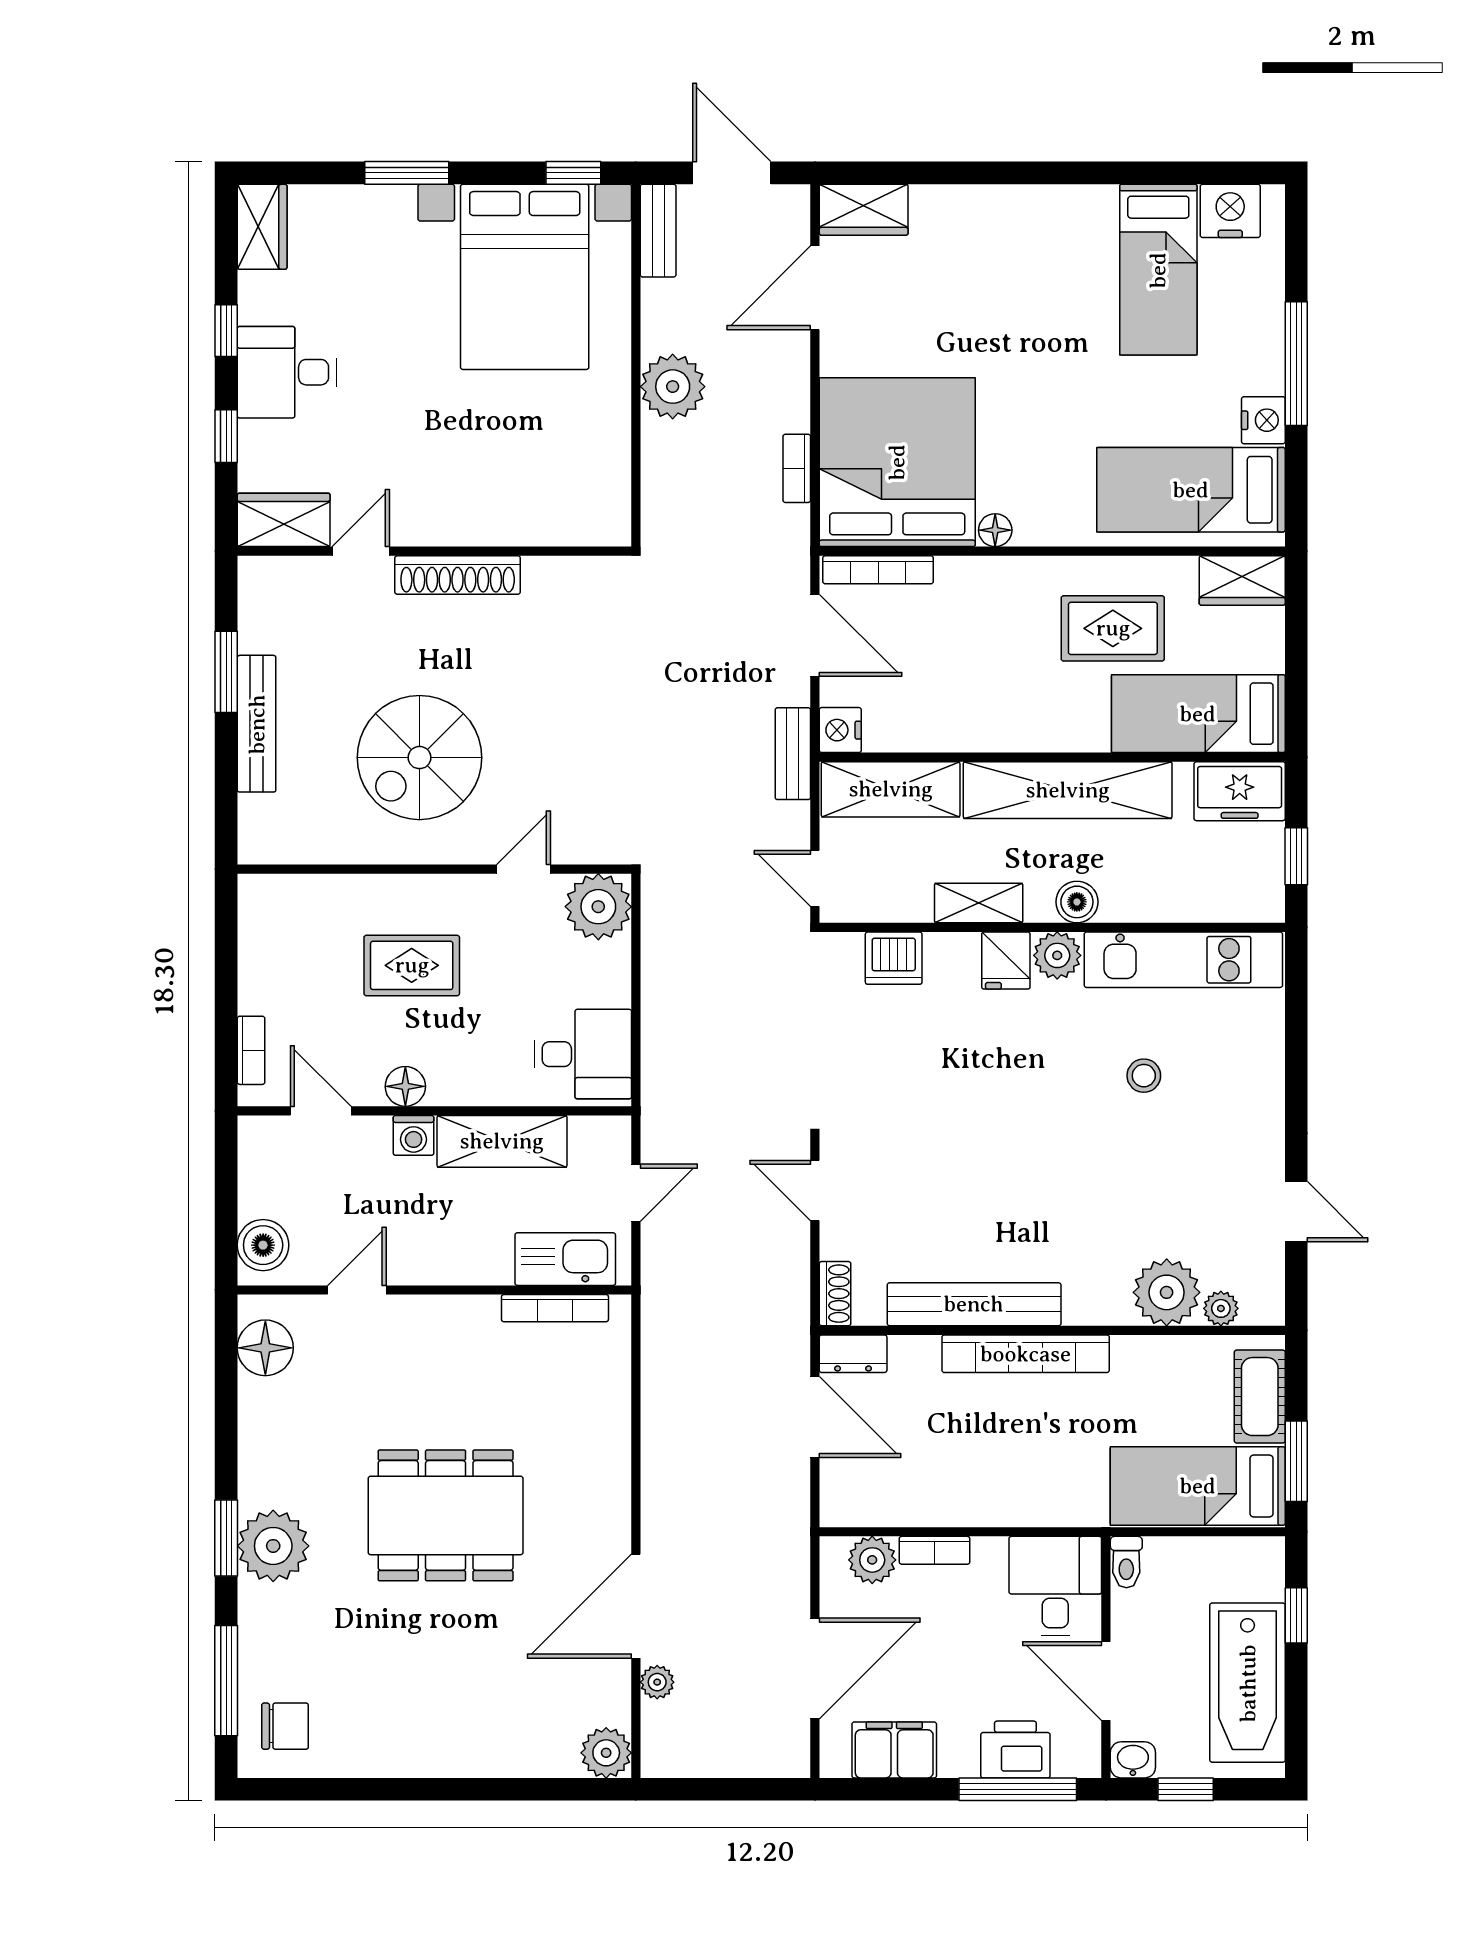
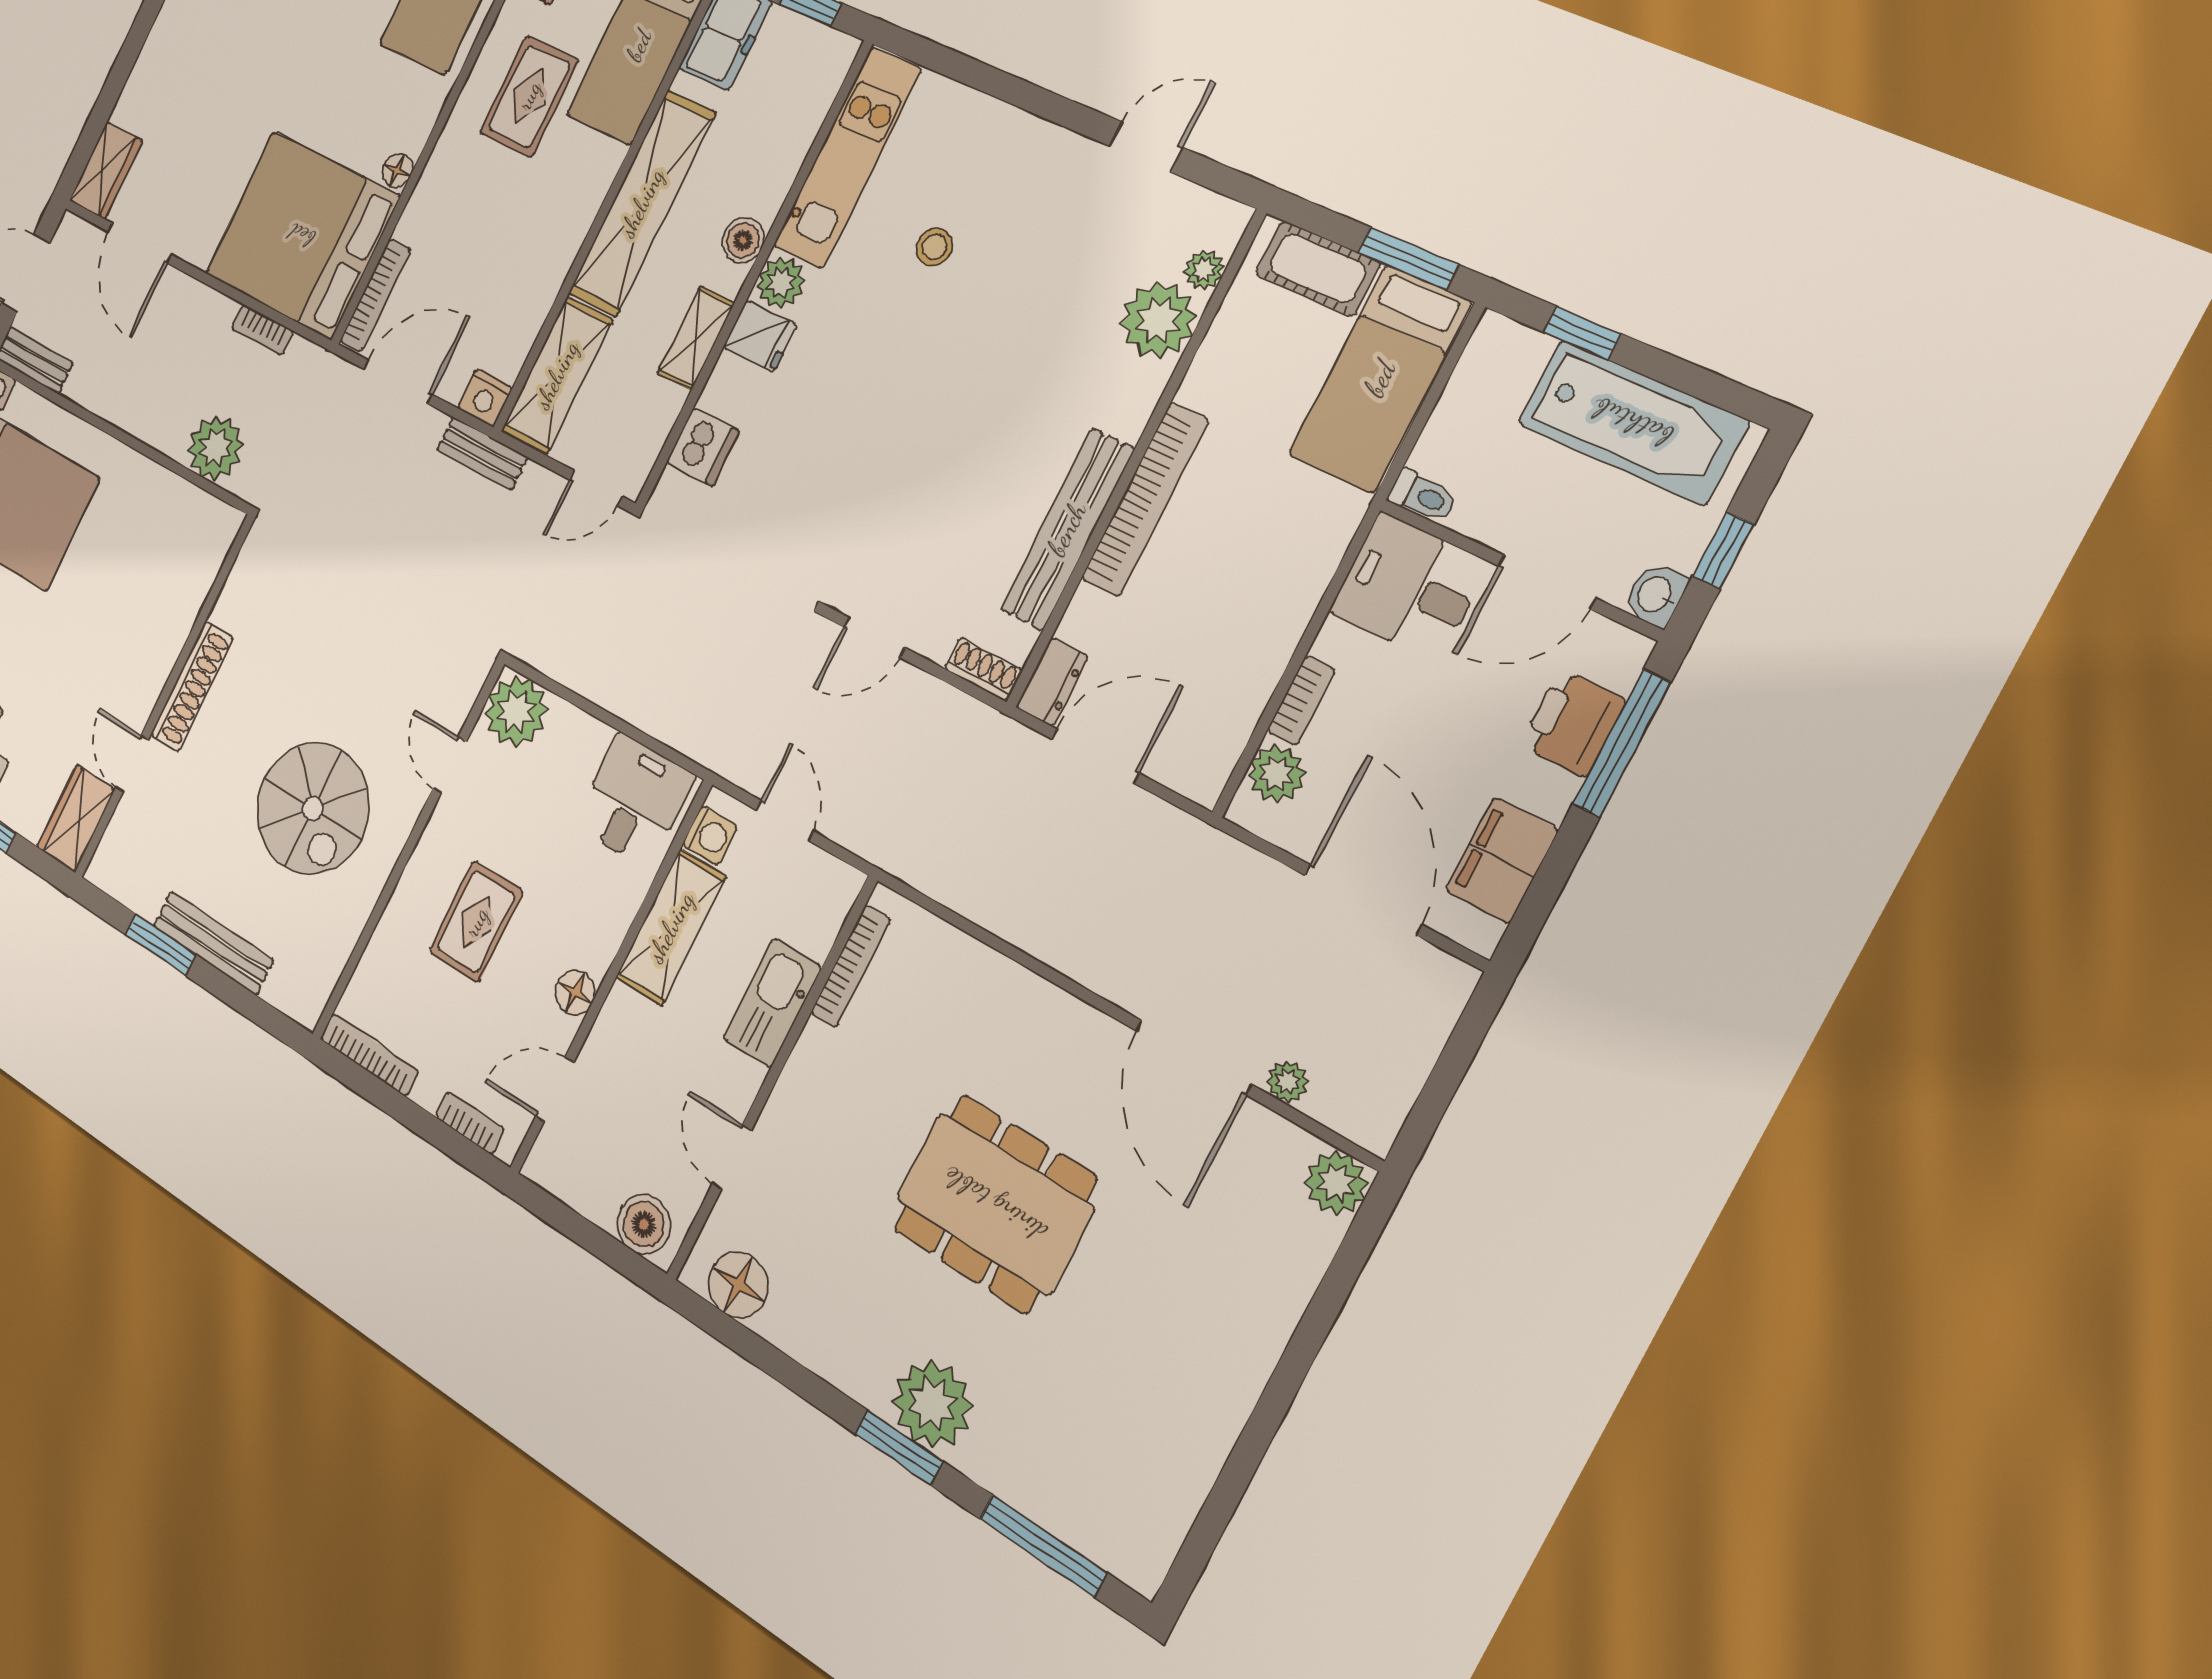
plant: (673, 387) -> (215, 448), moved
bookcase: (251, 928) -> (369, 1055), added
washing machine: (414, 1135) -> (710, 836), moved
kitchen sink: (565, 1259) -> (772, 1003), moved
dining table: (446, 1515) -> (995, 1204), turned 90
chair: (285, 1726) -> (1124, 1515), removed

